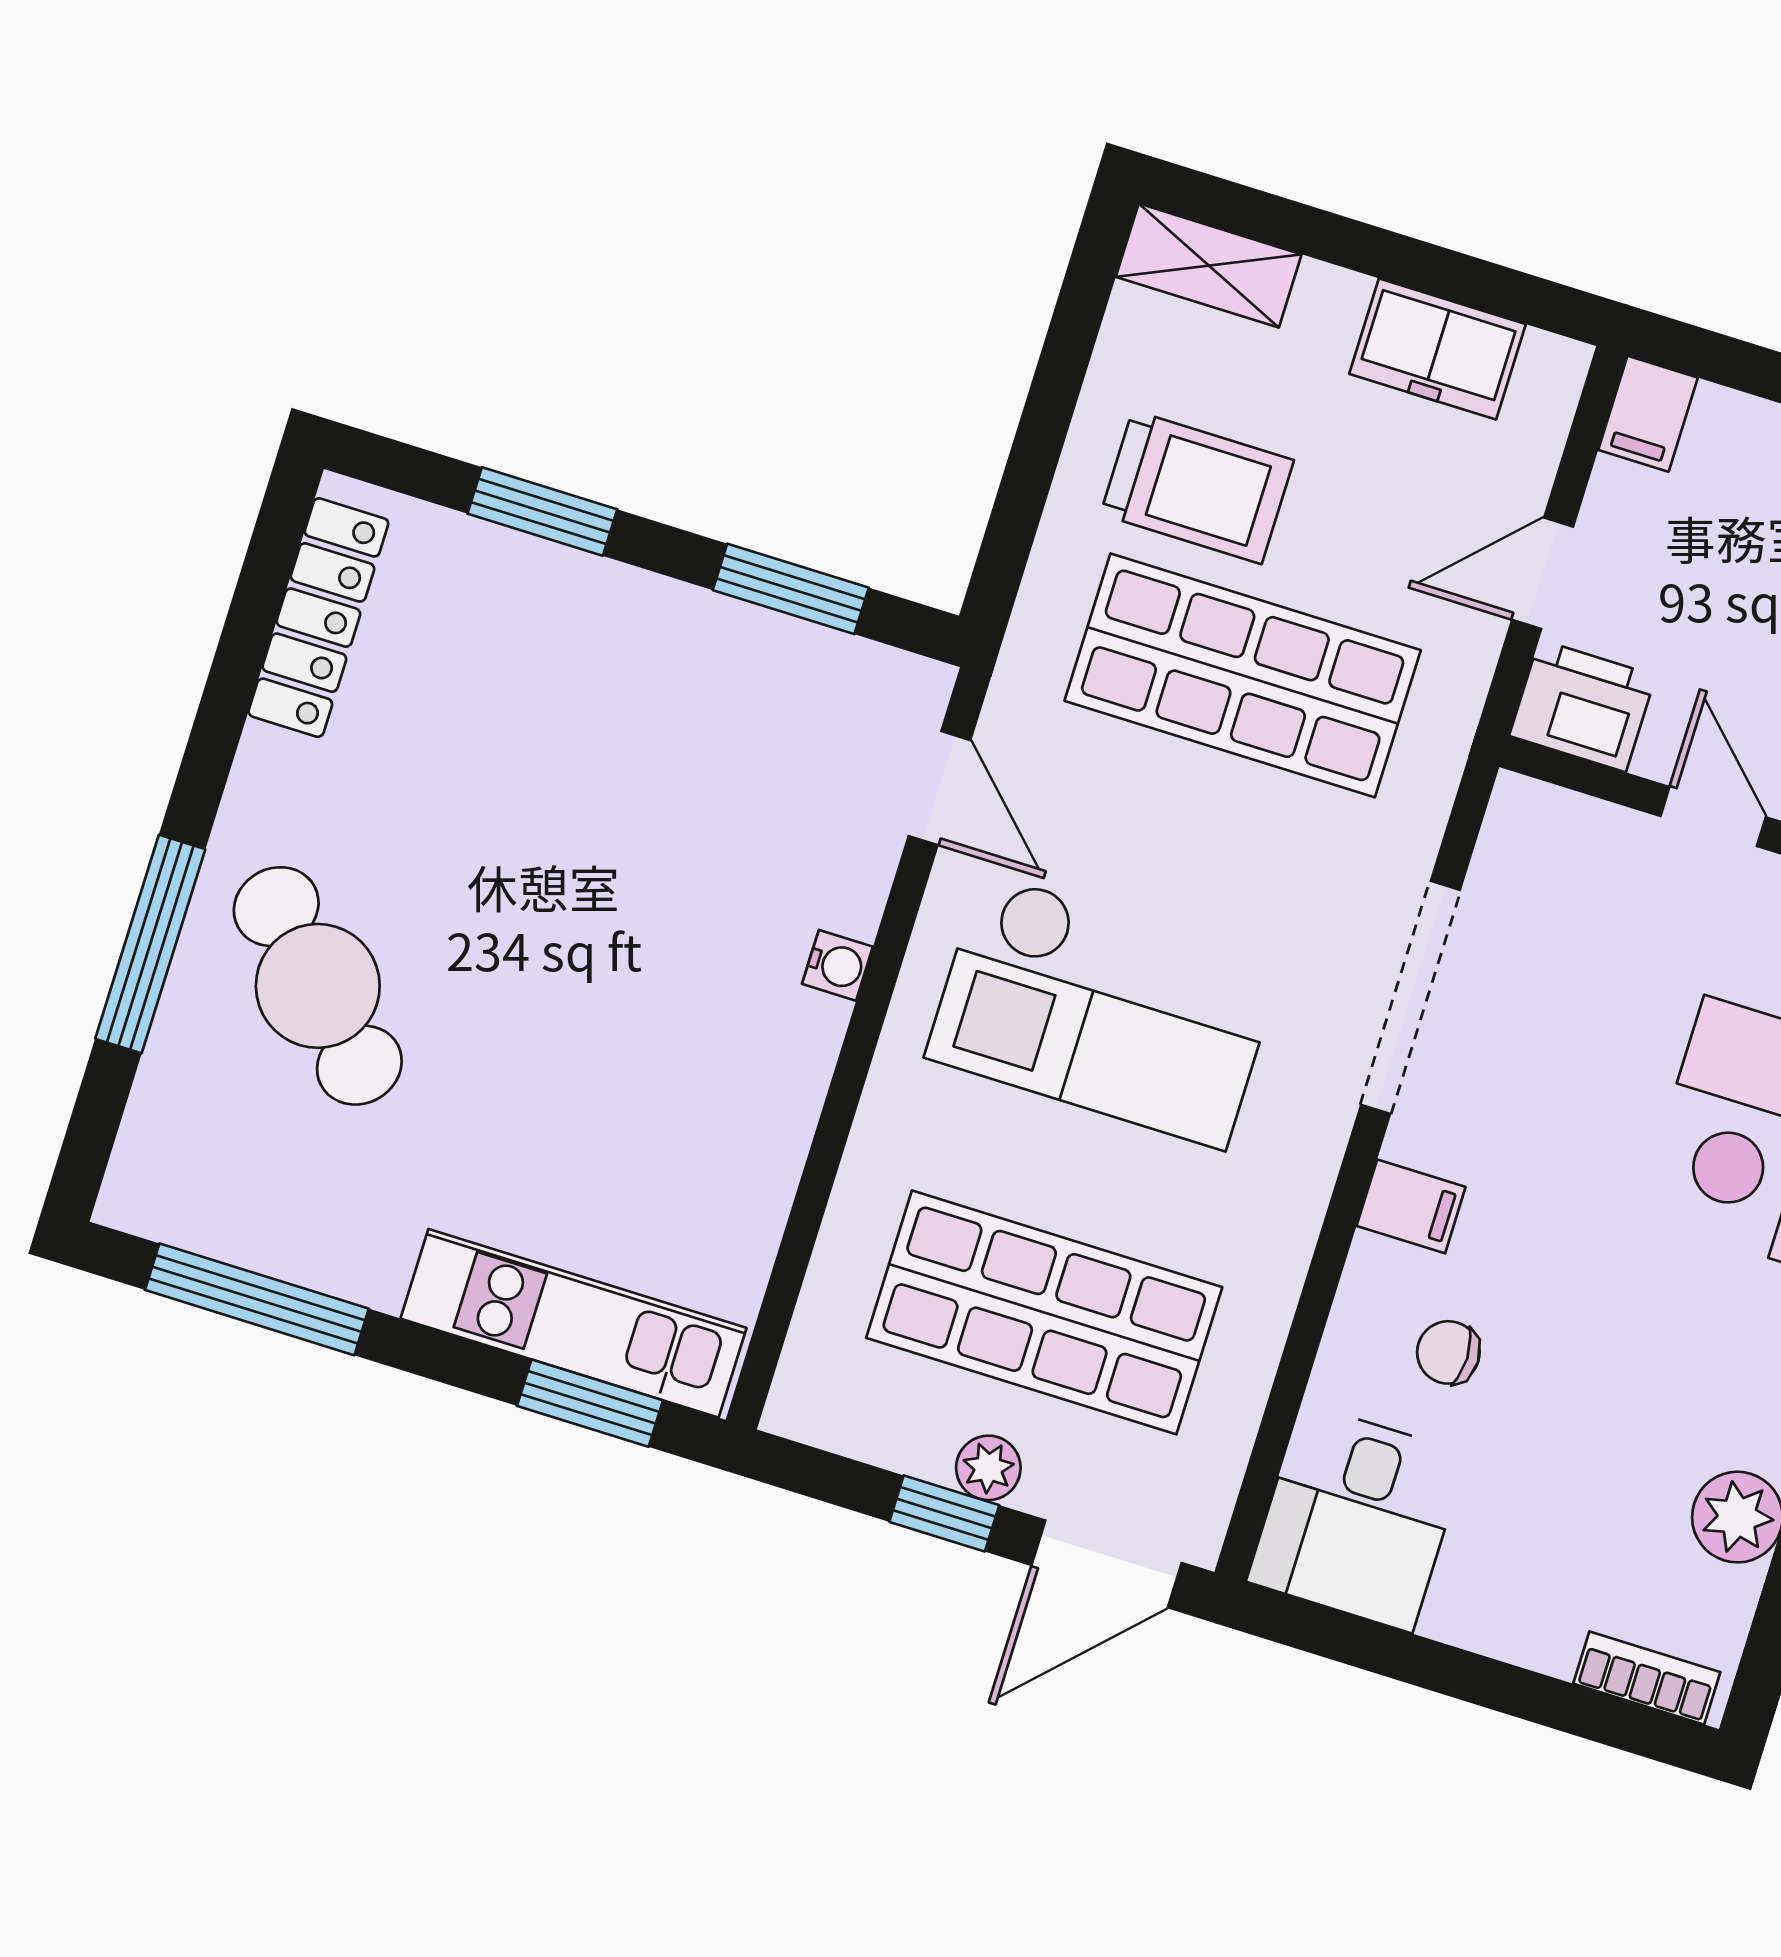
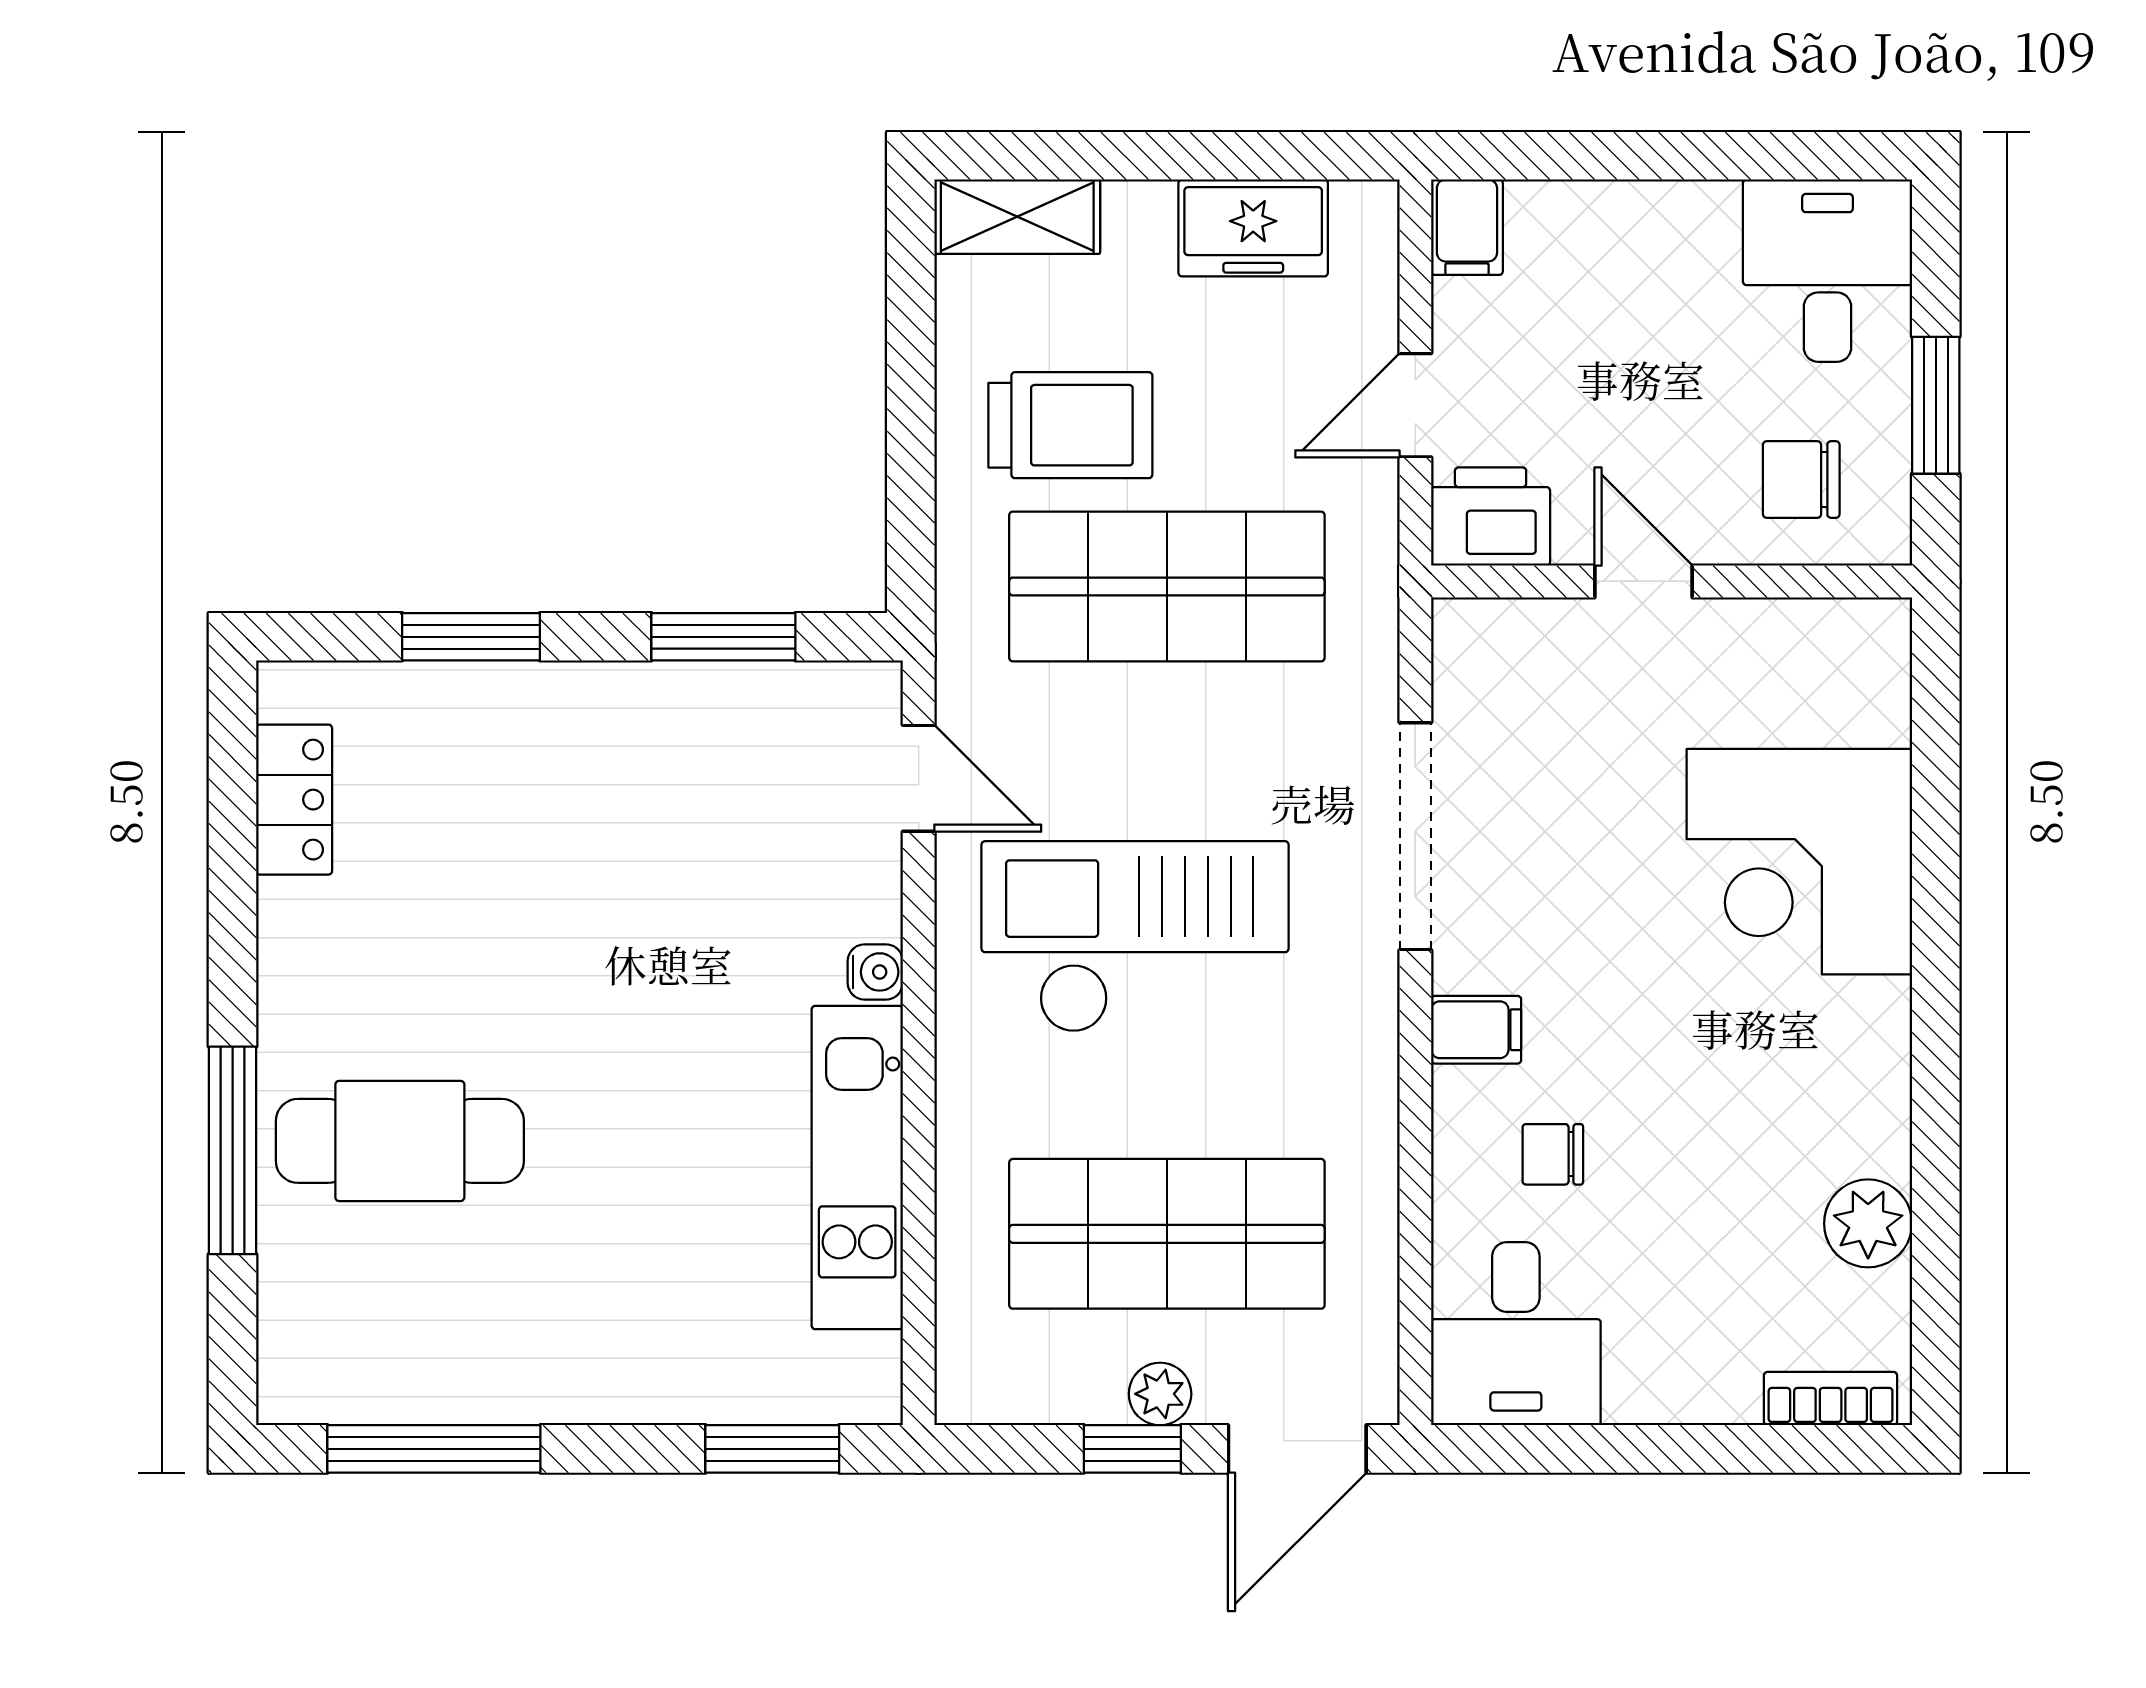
locker: (318, 618) -> (294, 800), width x0.66
cafe table: (318, 986) -> (400, 1141), turned -45
checkout: (1104, 1010) -> (1135, 937), turned 180
kitchen unit: (574, 1323) -> (857, 1168), moved, turned -90

